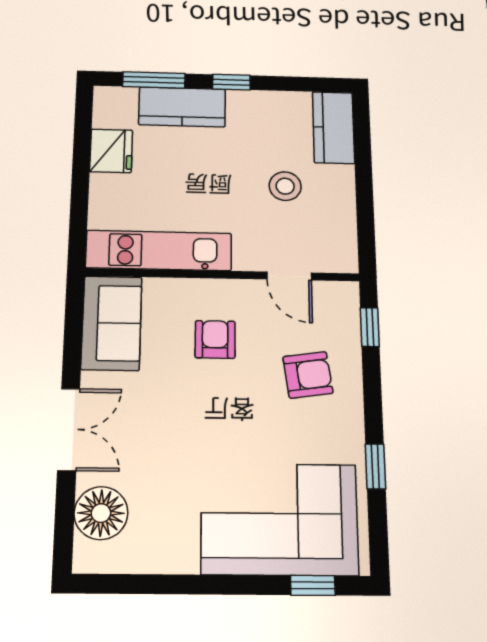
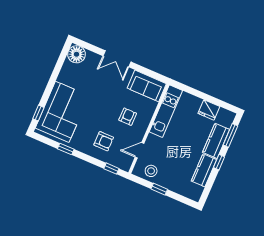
kitchen counter: (333, 127) -> (204, 170), moved, turned -90
stool: (285, 186) -> (151, 171), moved
window: (364, 192) -> (159, 189), added
armchair: (215, 339) -> (128, 117), turned -90
armchair: (308, 375) -> (104, 141), turned -82
floor lamp: (101, 513) -> (76, 54), moved

